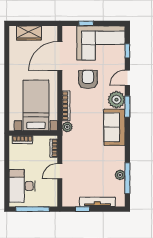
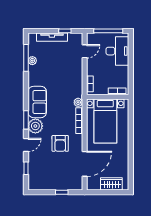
corner sofa: (101, 43) -> (49, 175), removed
door: (60, 171) -> (85, 51), moved

